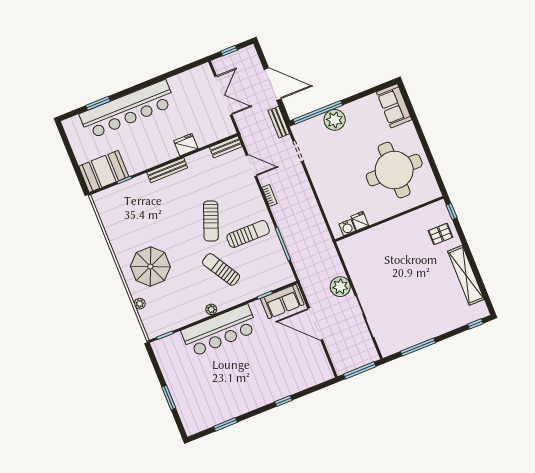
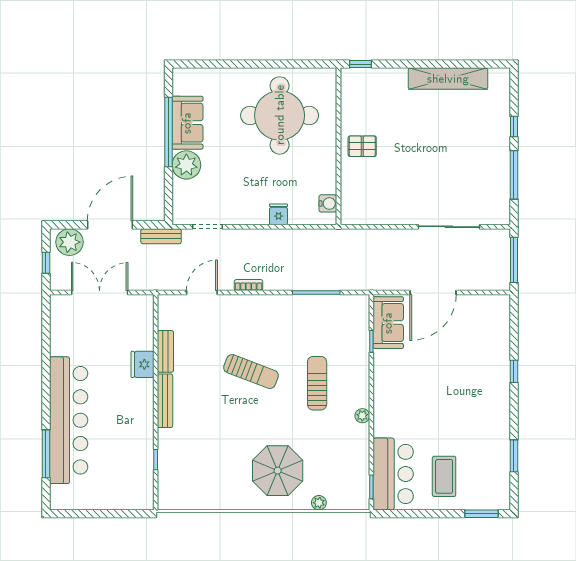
window: (98, 103) -> (46, 454), width x1.44
sofa: (394, 106) -> (187, 123), moved, turned -90
window: (318, 112) -> (168, 132), moved
bench: (226, 147) -> (165, 351), moved
booth: (104, 171) -> (134, 481), removed
fridge: (360, 221) -> (279, 214), moved, turned 90
sun lounger: (248, 234) -> (286, 331), removed
pallet: (441, 234) -> (362, 146), moved, turned 90
sun lounger: (221, 269) -> (317, 383), turned 121
plant: (340, 287) -> (69, 242), moved
window: (475, 324) -> (514, 126), moved
bar counter: (220, 331) -> (393, 474), moved, width x0.73
coffee table: (192, 382) -> (444, 476), added
window: (169, 398) -> (482, 514), moved

